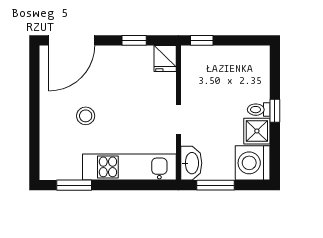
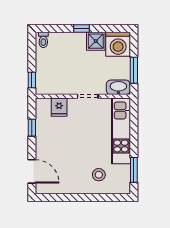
door: (72, 40) -> (32, 171), width x0.73
fridge: (165, 59) -> (59, 107), moved, turned 90
toilet: (259, 110) -> (43, 40), moved
stool: (86, 116) -> (99, 175), moved

